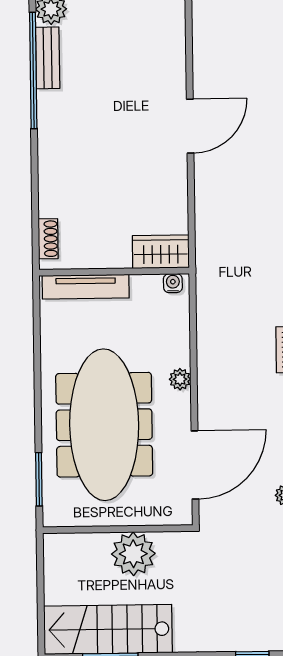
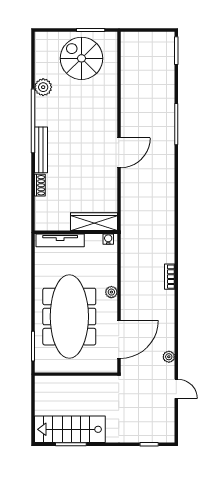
bench: (48, 58) -> (41, 150), moved, width x1.36
shoe rack: (48, 239) -> (40, 185), moved
wardrobe: (161, 252) -> (94, 222), width x1.50
plant: (133, 554) -> (84, 388), removed

